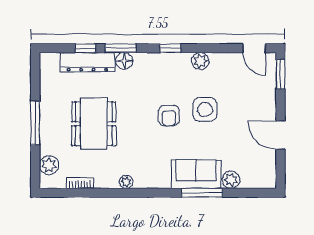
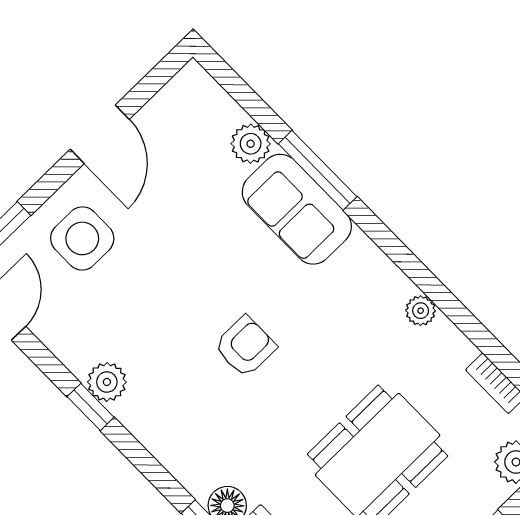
window: (170, 48) -> (91, 407), moved
side table: (205, 109) -> (82, 238), moved

